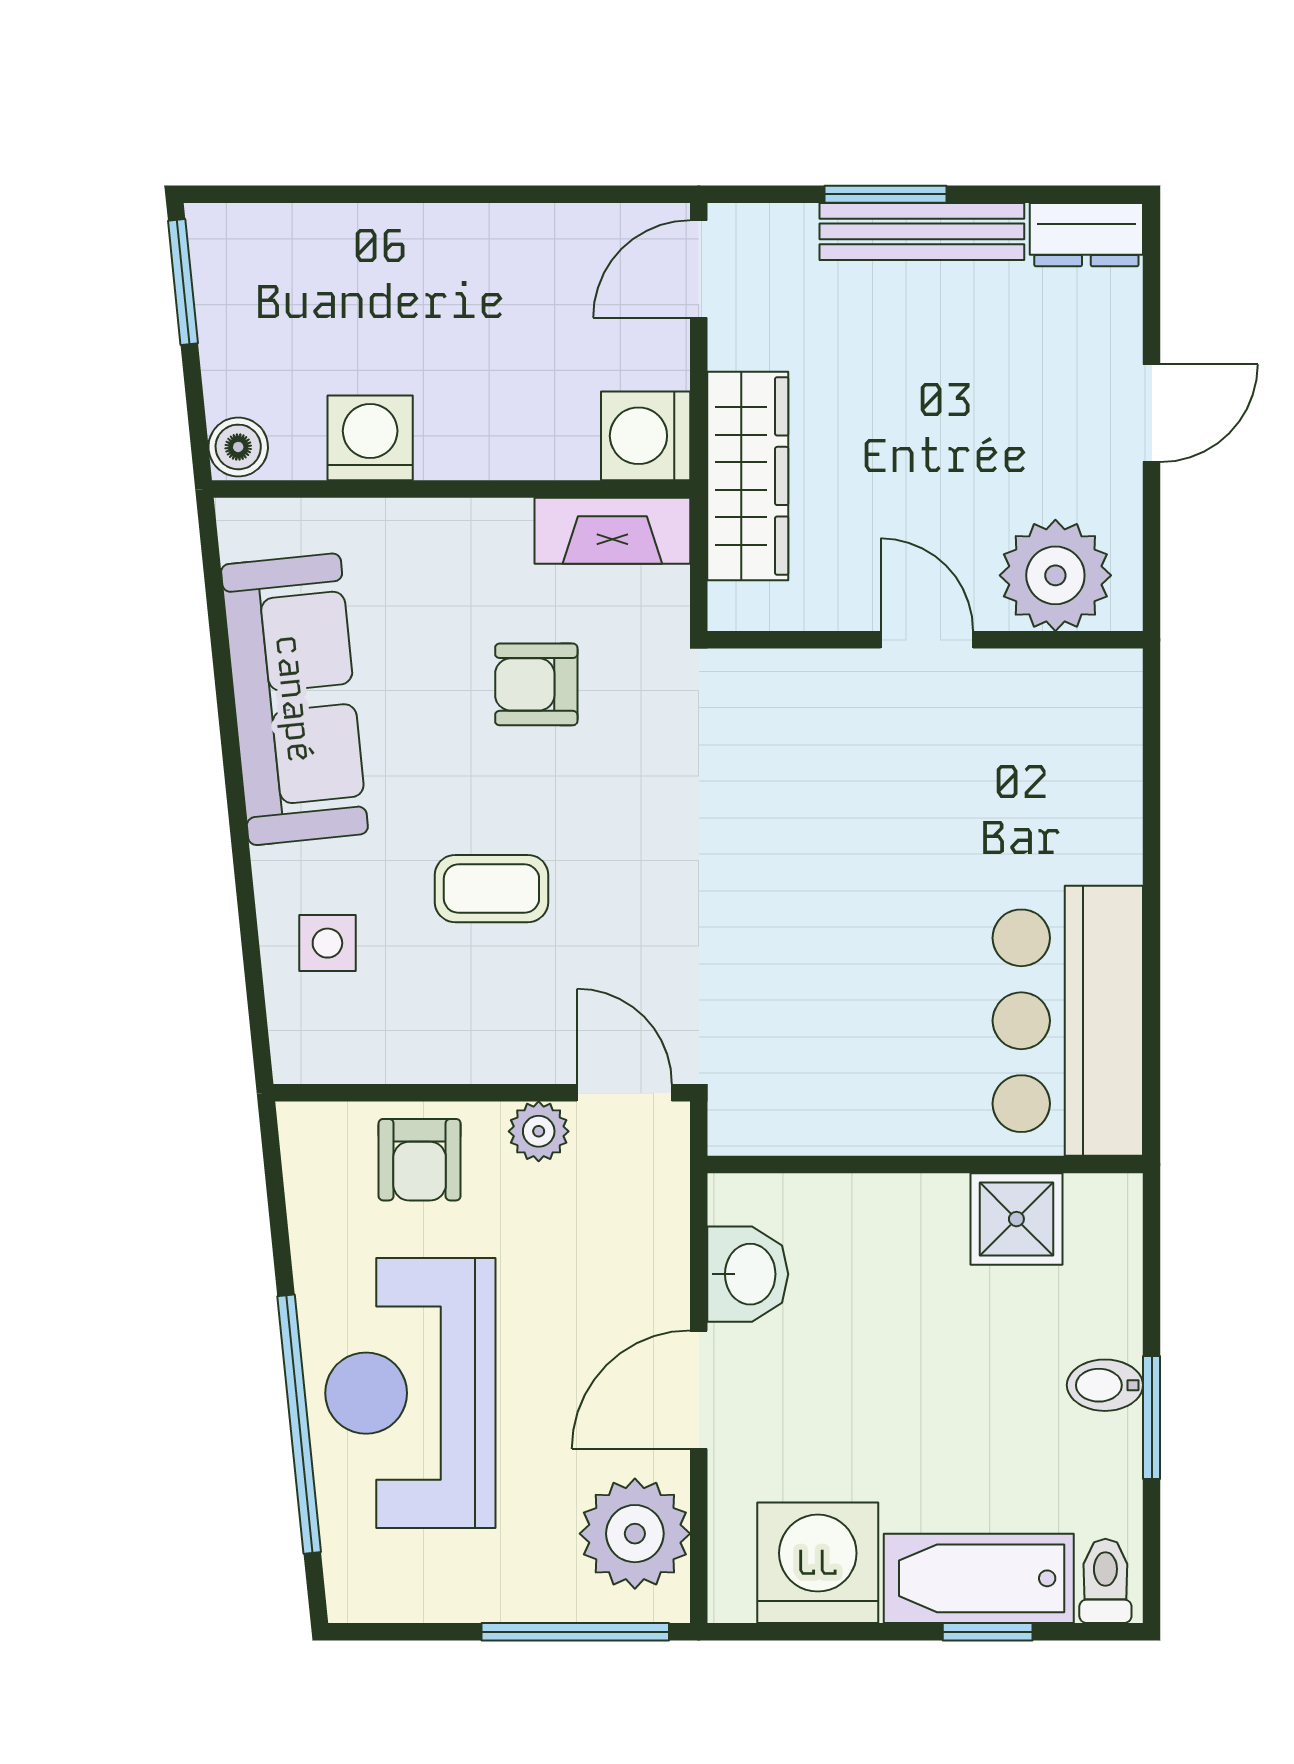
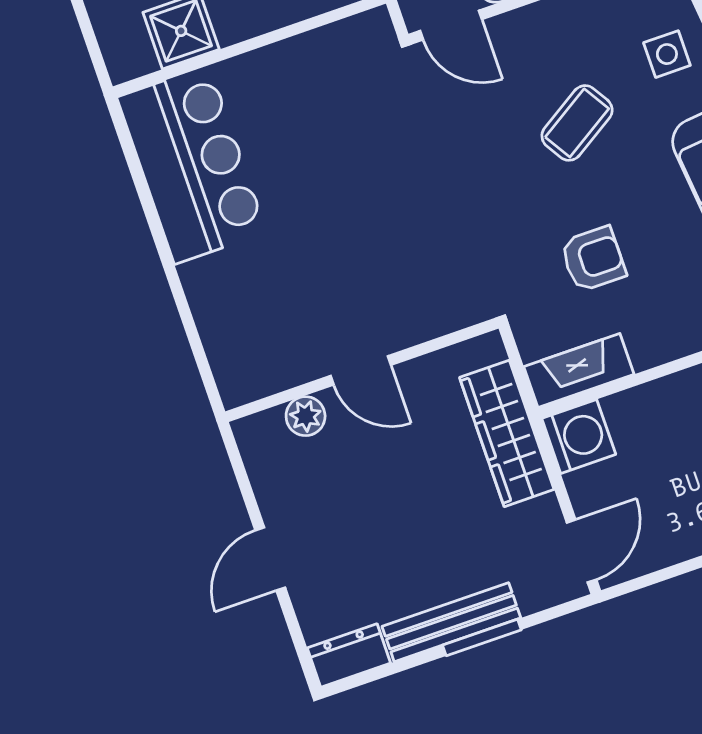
plant: (1055, 575) -> (306, 416), width x0.53, depth x0.53
coffee table: (491, 889) -> (577, 123), turned -32

